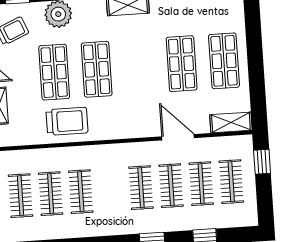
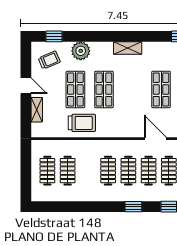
clothes rail: (81, 192) -> (108, 171), moved

